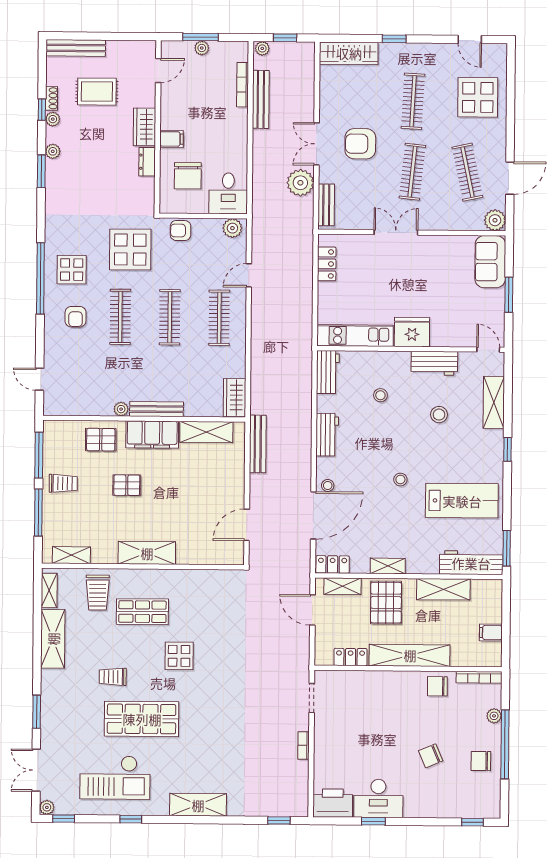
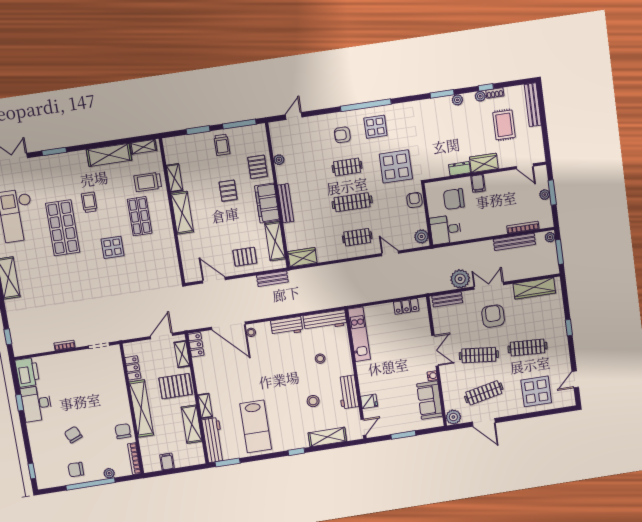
window: (285, 38) -> (560, 252), width x1.50
wardrobe: (349, 53) -> (534, 288), moved, turned -90
water cooler: (431, 242) -> (432, 376), added
sofa: (490, 262) -> (430, 400), moved, turned -90
clothes rail: (120, 317) -> (347, 167), width x0.73
clothes rail: (219, 318) -> (357, 237), width x0.73
fridge: (412, 332) -> (369, 401), moved, width x0.53, depth x0.75
workbench: (328, 372) -> (325, 320), width x1.38
plant: (121, 409) -> (279, 160), moved
bench: (258, 444) -> (272, 279), width x0.73
pallet: (221, 477) -> (245, 257), added
stool: (400, 480) -> (263, 382), removed
window: (38, 512) -> (198, 130), width x0.69
shelving: (71, 555) -> (174, 178), moved
shelving: (388, 566) -> (205, 406), moved
chair: (481, 761) -> (76, 470), turned -90

